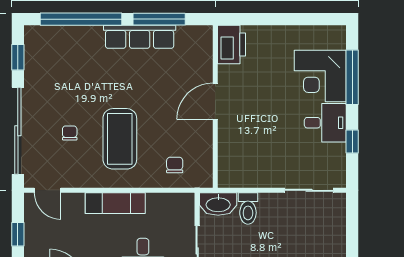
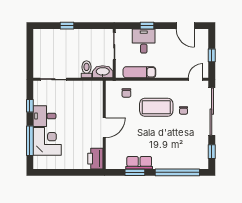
window: (159, 19) -> (135, 172), width x0.69
row of seats: (140, 37) -> (139, 163), width x0.68
coffee table: (120, 139) -> (156, 107), turned 90
door: (48, 190) -> (196, 79), hinge flipped
exam couch: (115, 203) -> (139, 72), moved

